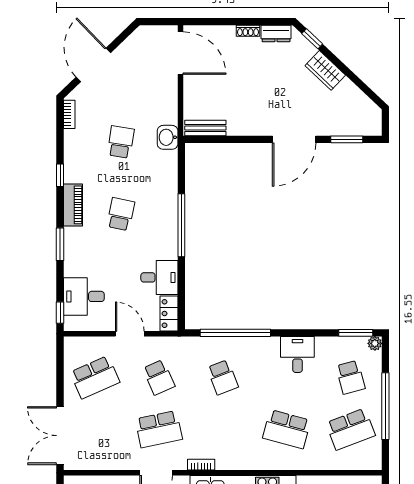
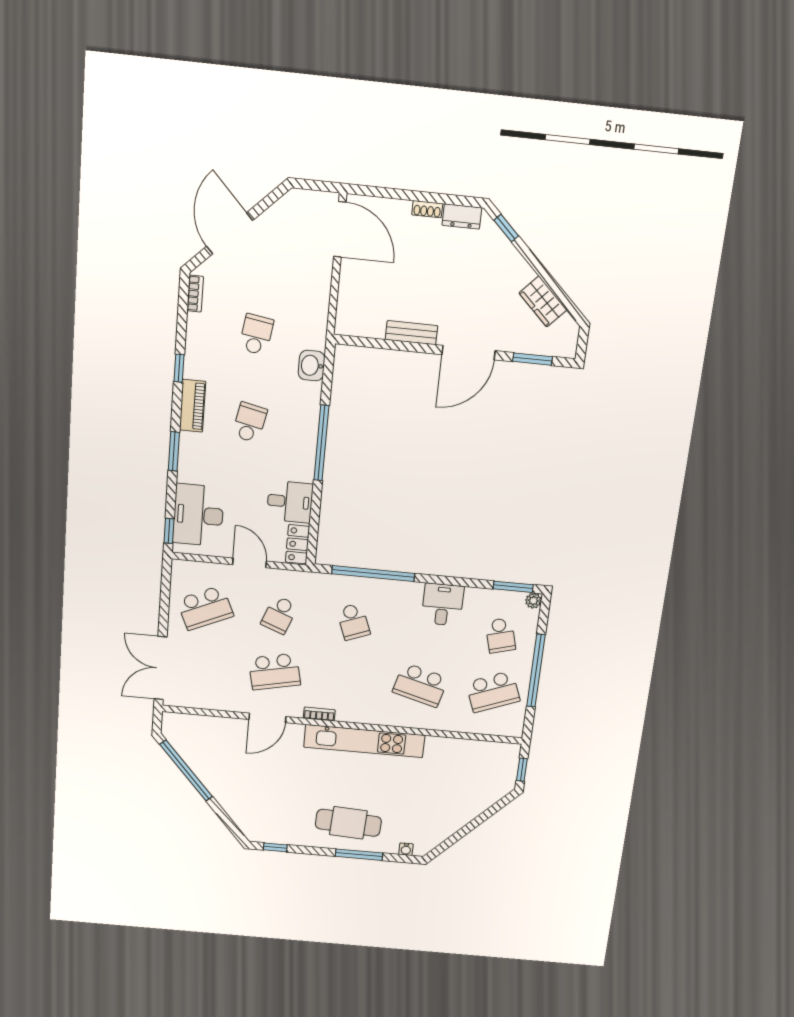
wardrobe: (325, 70) -> (543, 301), moved
bench: (205, 128) -> (411, 333), moved
washbasin: (168, 137) -> (312, 366), moved
desk: (84, 296) -> (198, 515), width x1.37
school desk: (159, 377) -> (279, 615), turned 45

